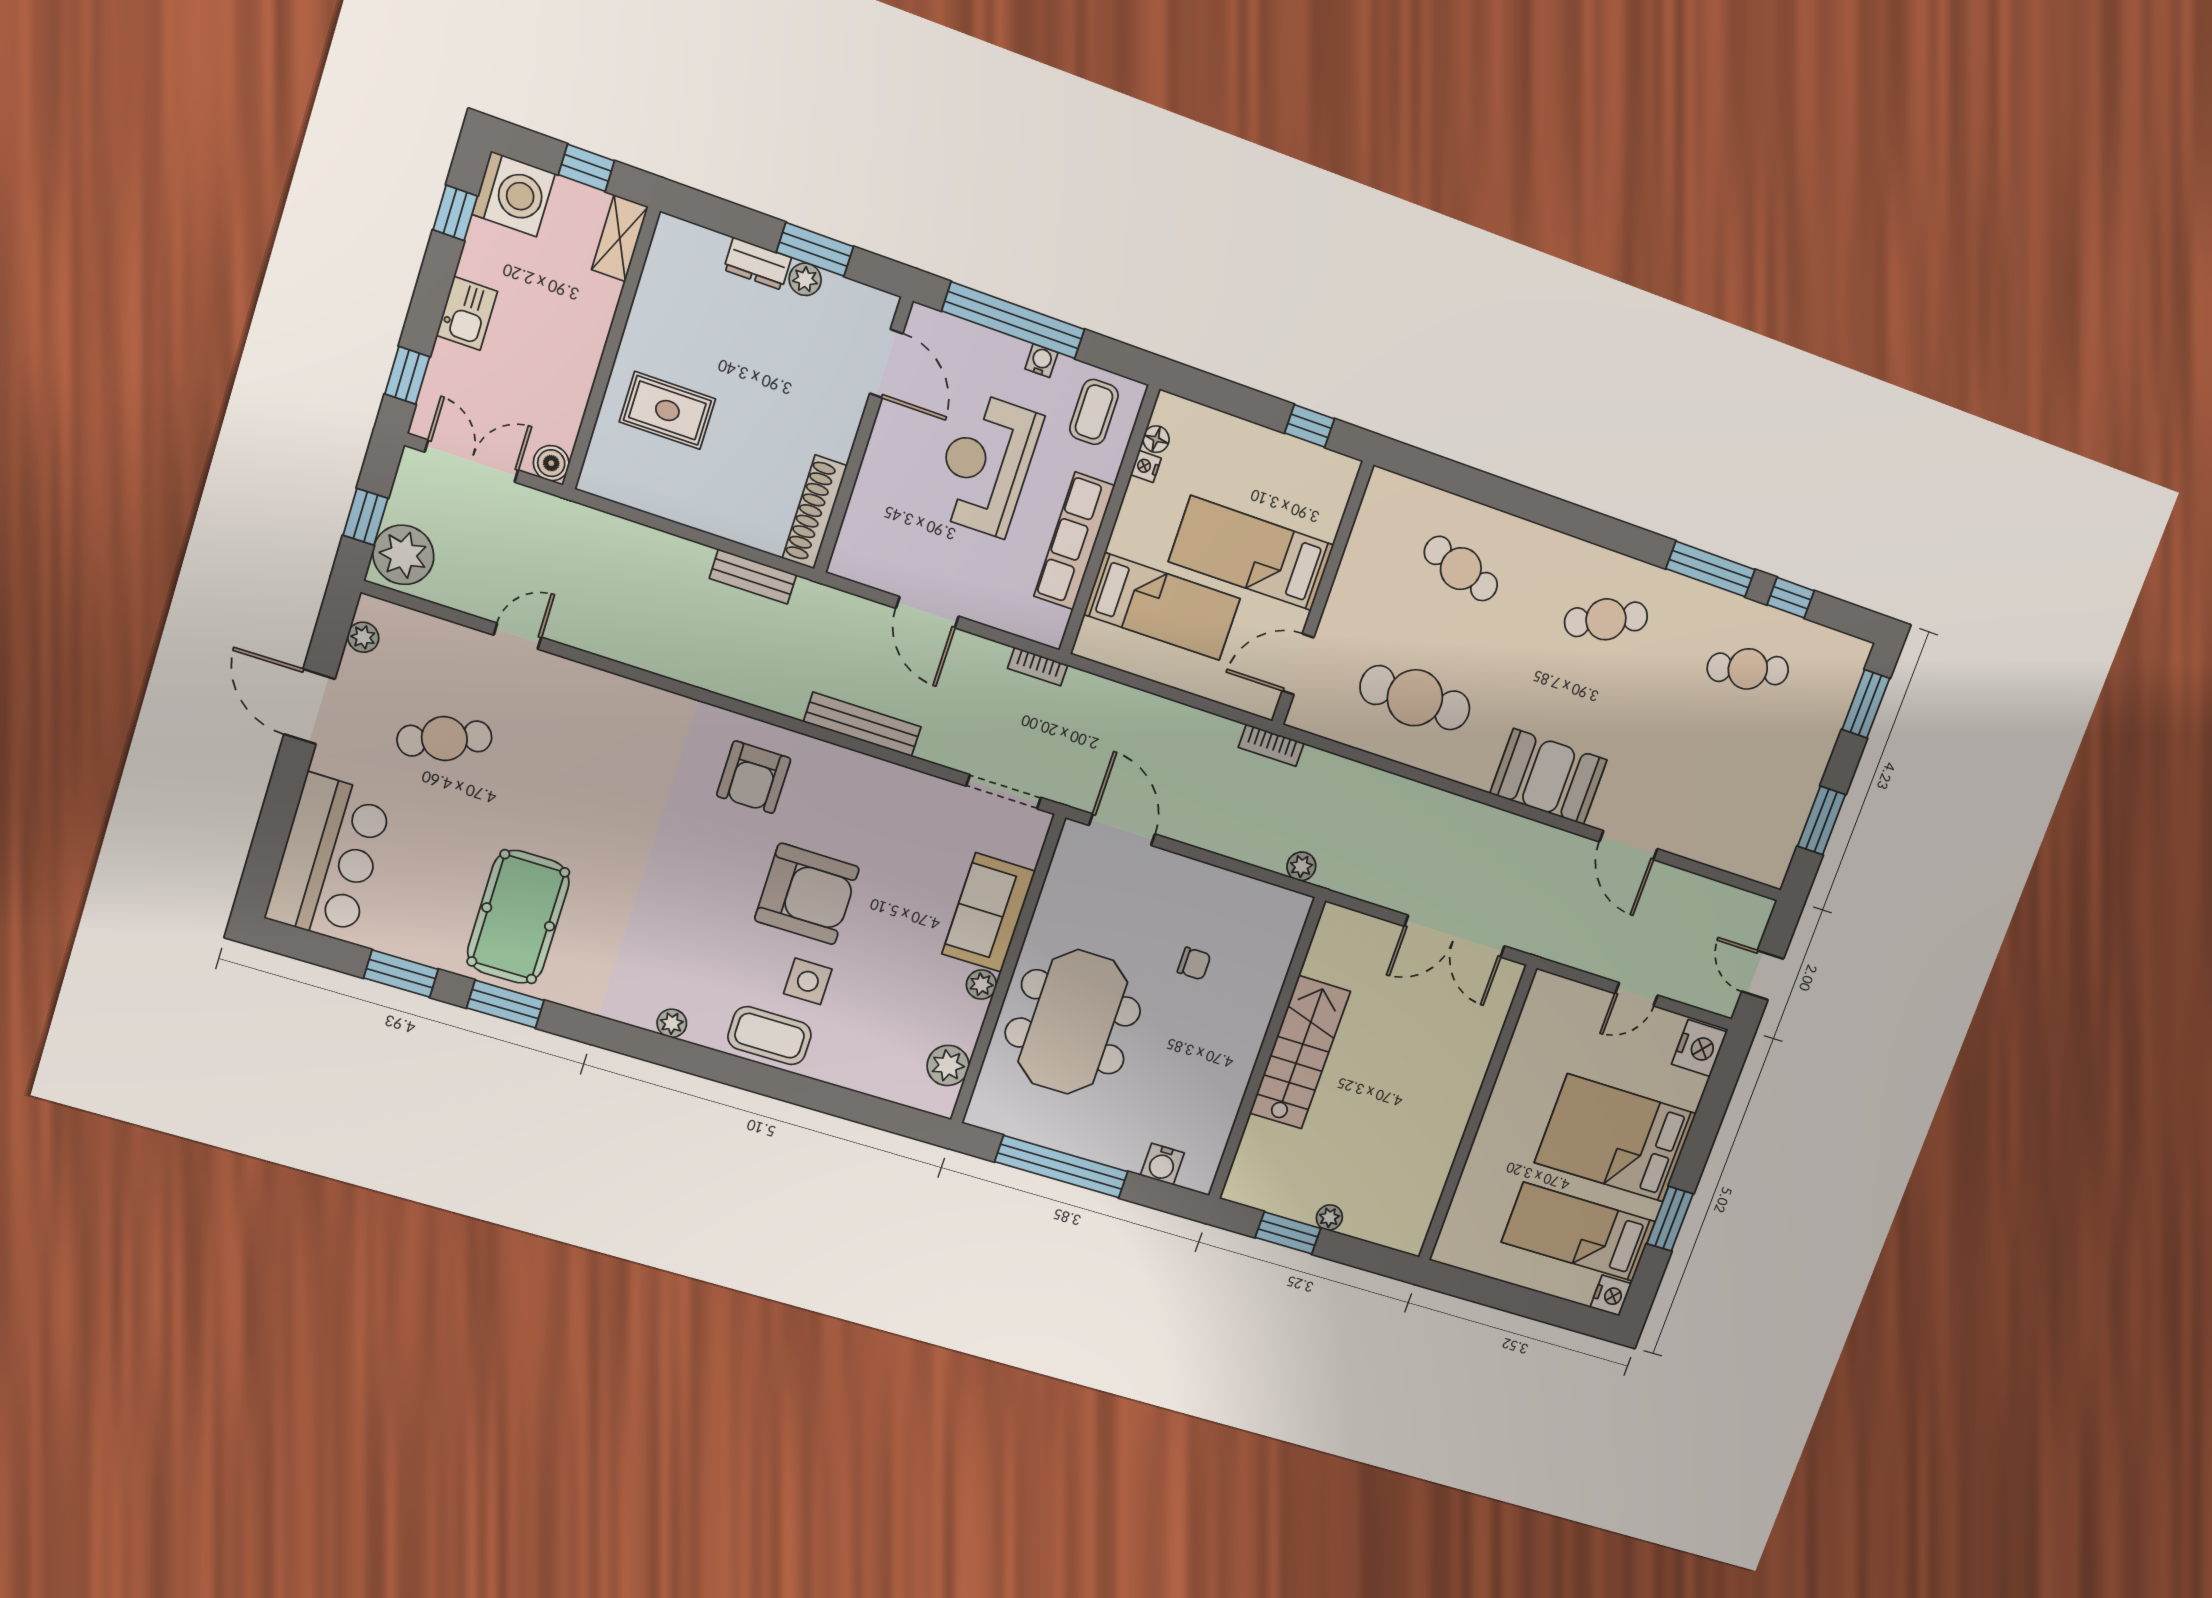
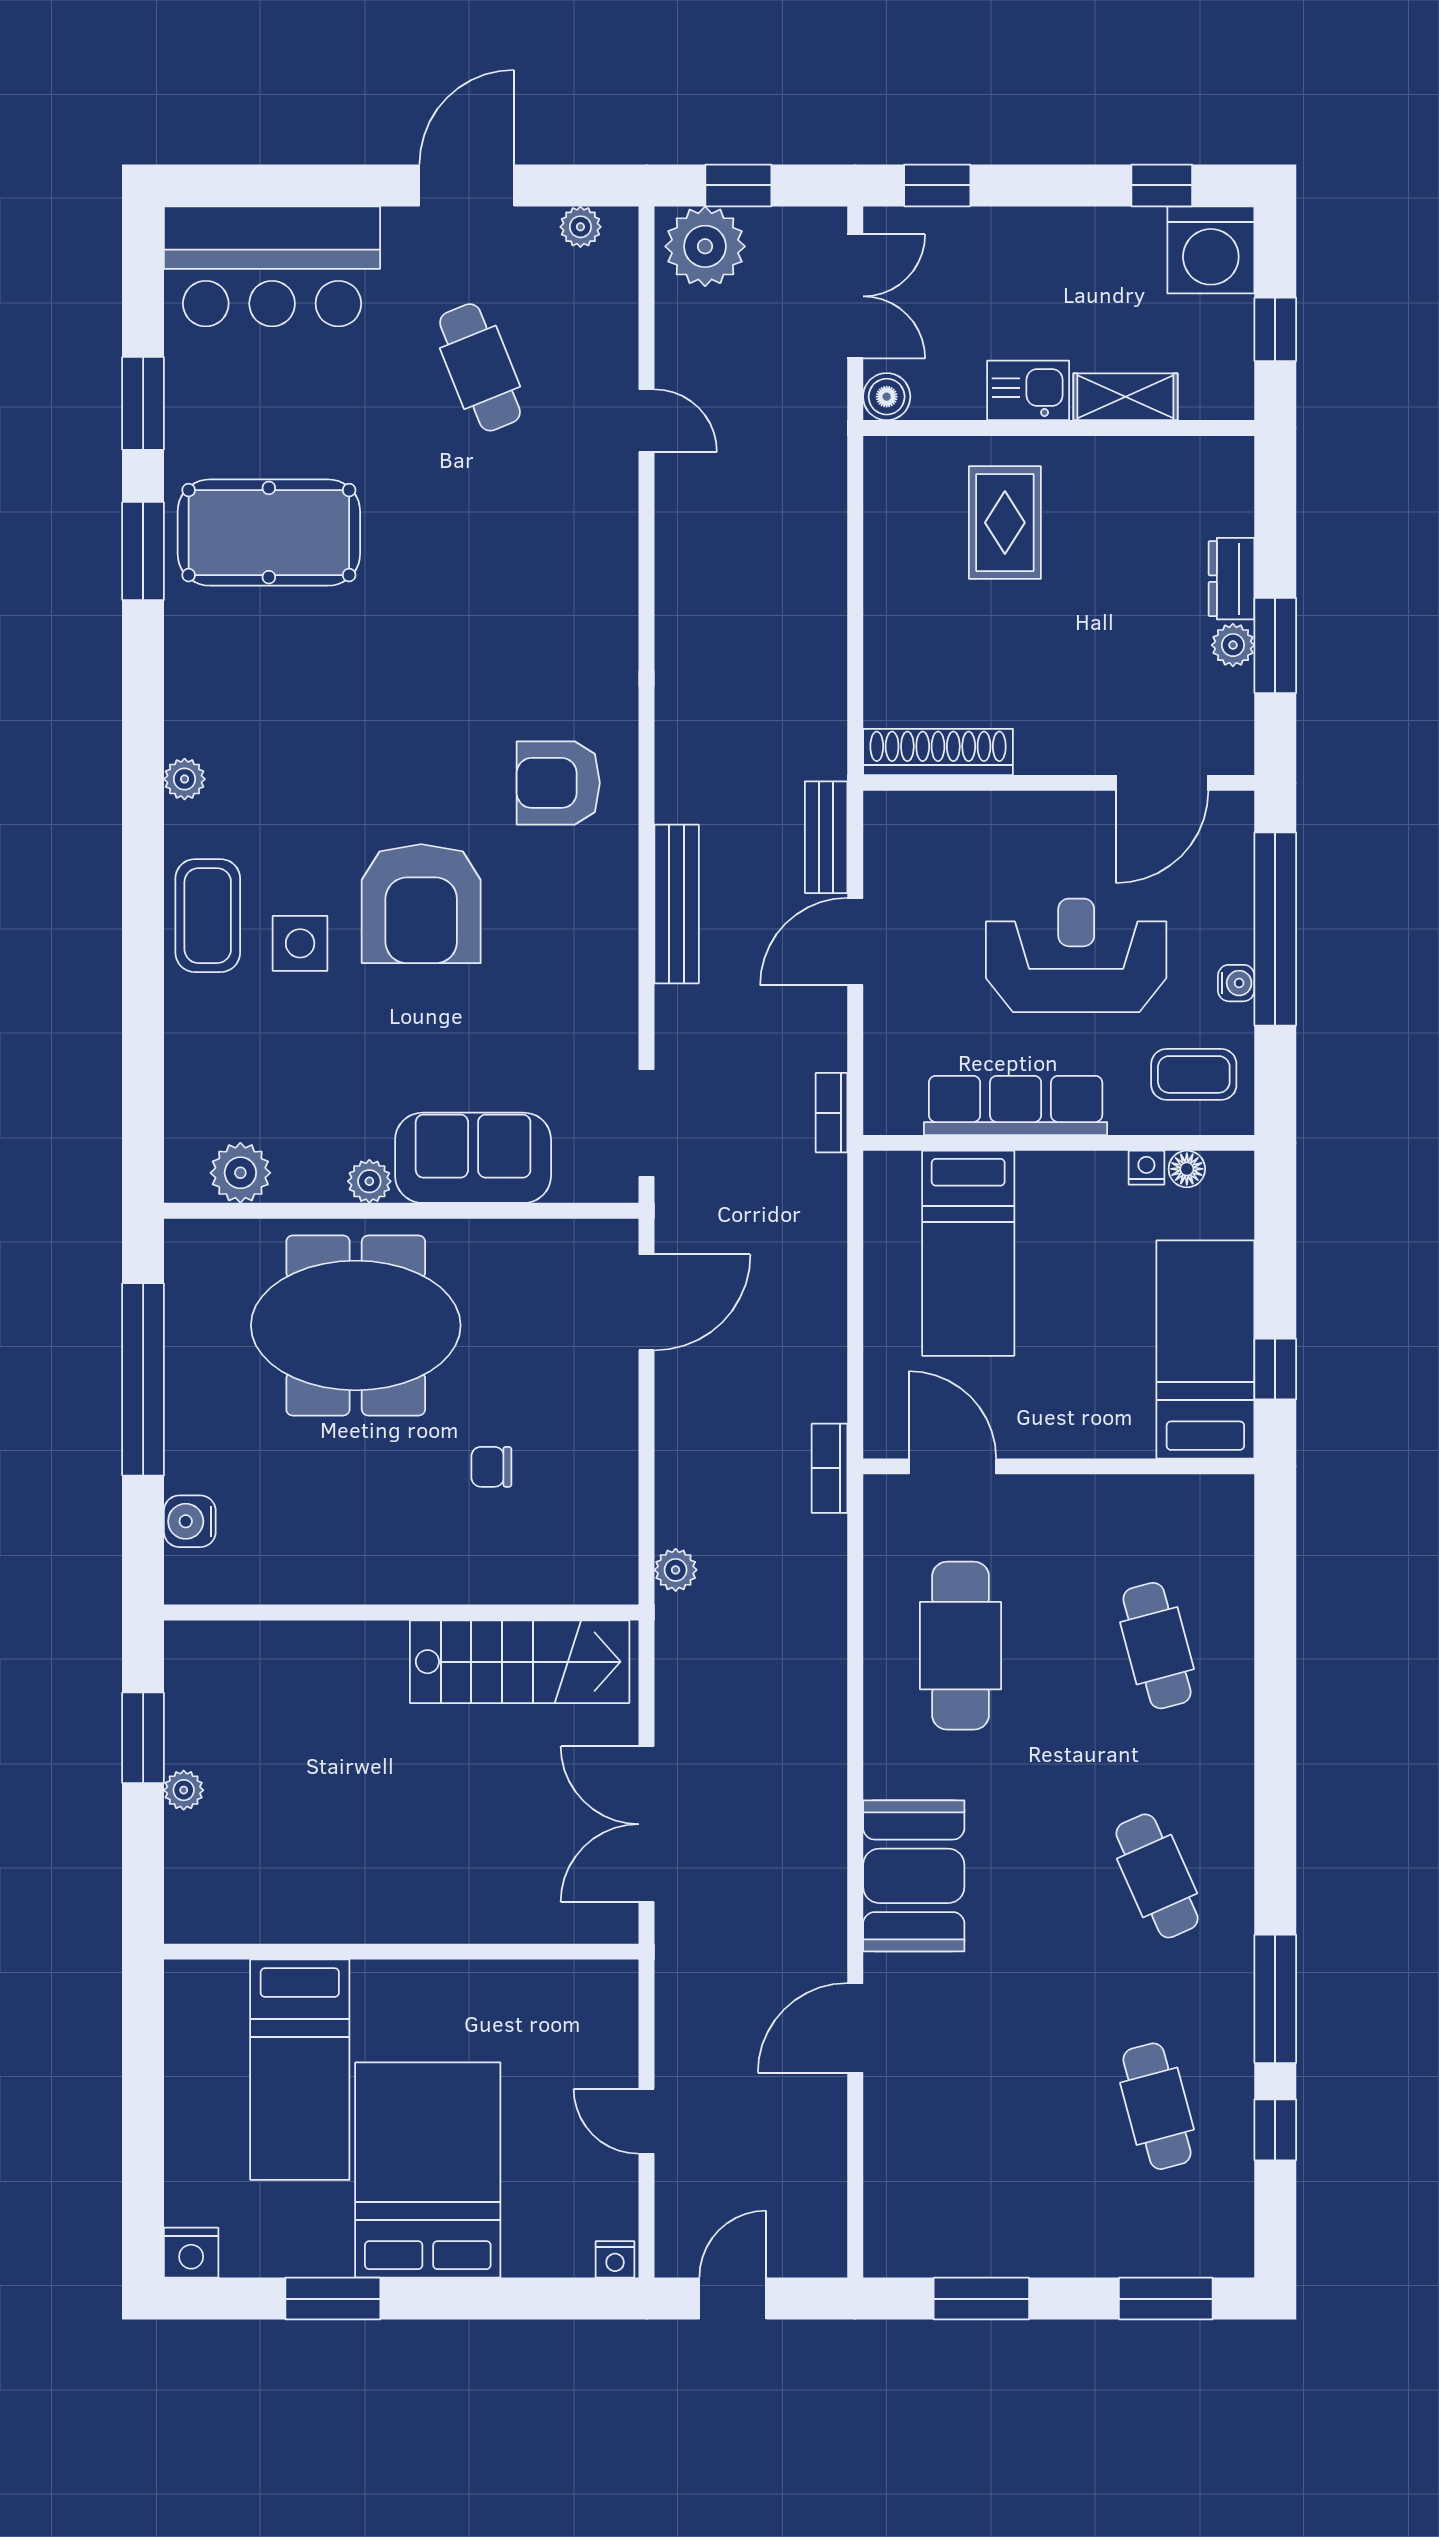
shelving: (620, 238) -> (1125, 397), moved
kitchen sink: (467, 313) -> (1028, 390), moved, turned 180
bed: (1251, 553) -> (1205, 1350), moved
cafe table: (1461, 569) -> (1157, 1646), turned -33
bench: (753, 577) -> (826, 837), moved
chair: (1194, 964) -> (491, 1467), turned 90
nightstand: (1699, 1048) -> (615, 2259), width x0.53, depth x0.56
stairs: (1300, 1052) -> (520, 1662), moved
bed: (1578, 1232) -> (300, 2070), moved, turned 180

